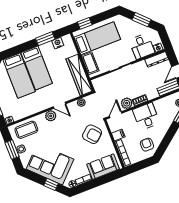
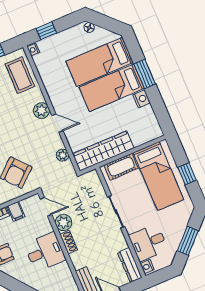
window: (85, 23) -> (187, 174), moved
window: (45, 39) -> (145, 74), moved
nightstand: (58, 43) -> (142, 99), moved
door: (60, 105) -> (57, 123), swing flipped

